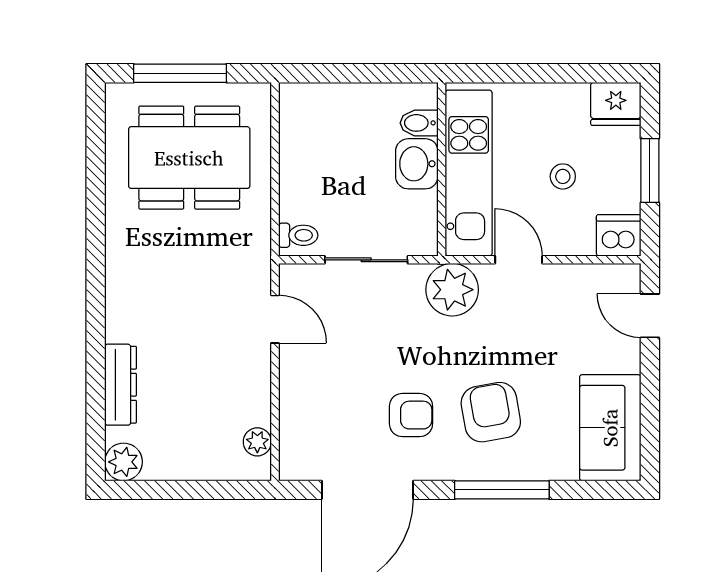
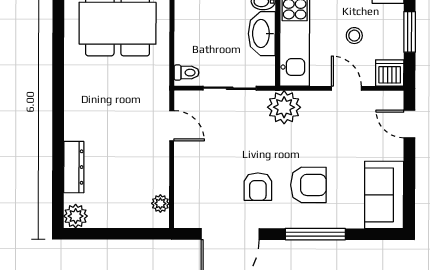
washbasin: (417, 164) -> (262, 34), width x1.38
door: (519, 260) -> (346, 88), moved
armchair: (491, 412) -> (308, 185), turned 100
armchair: (411, 415) -> (258, 187), turned 90

